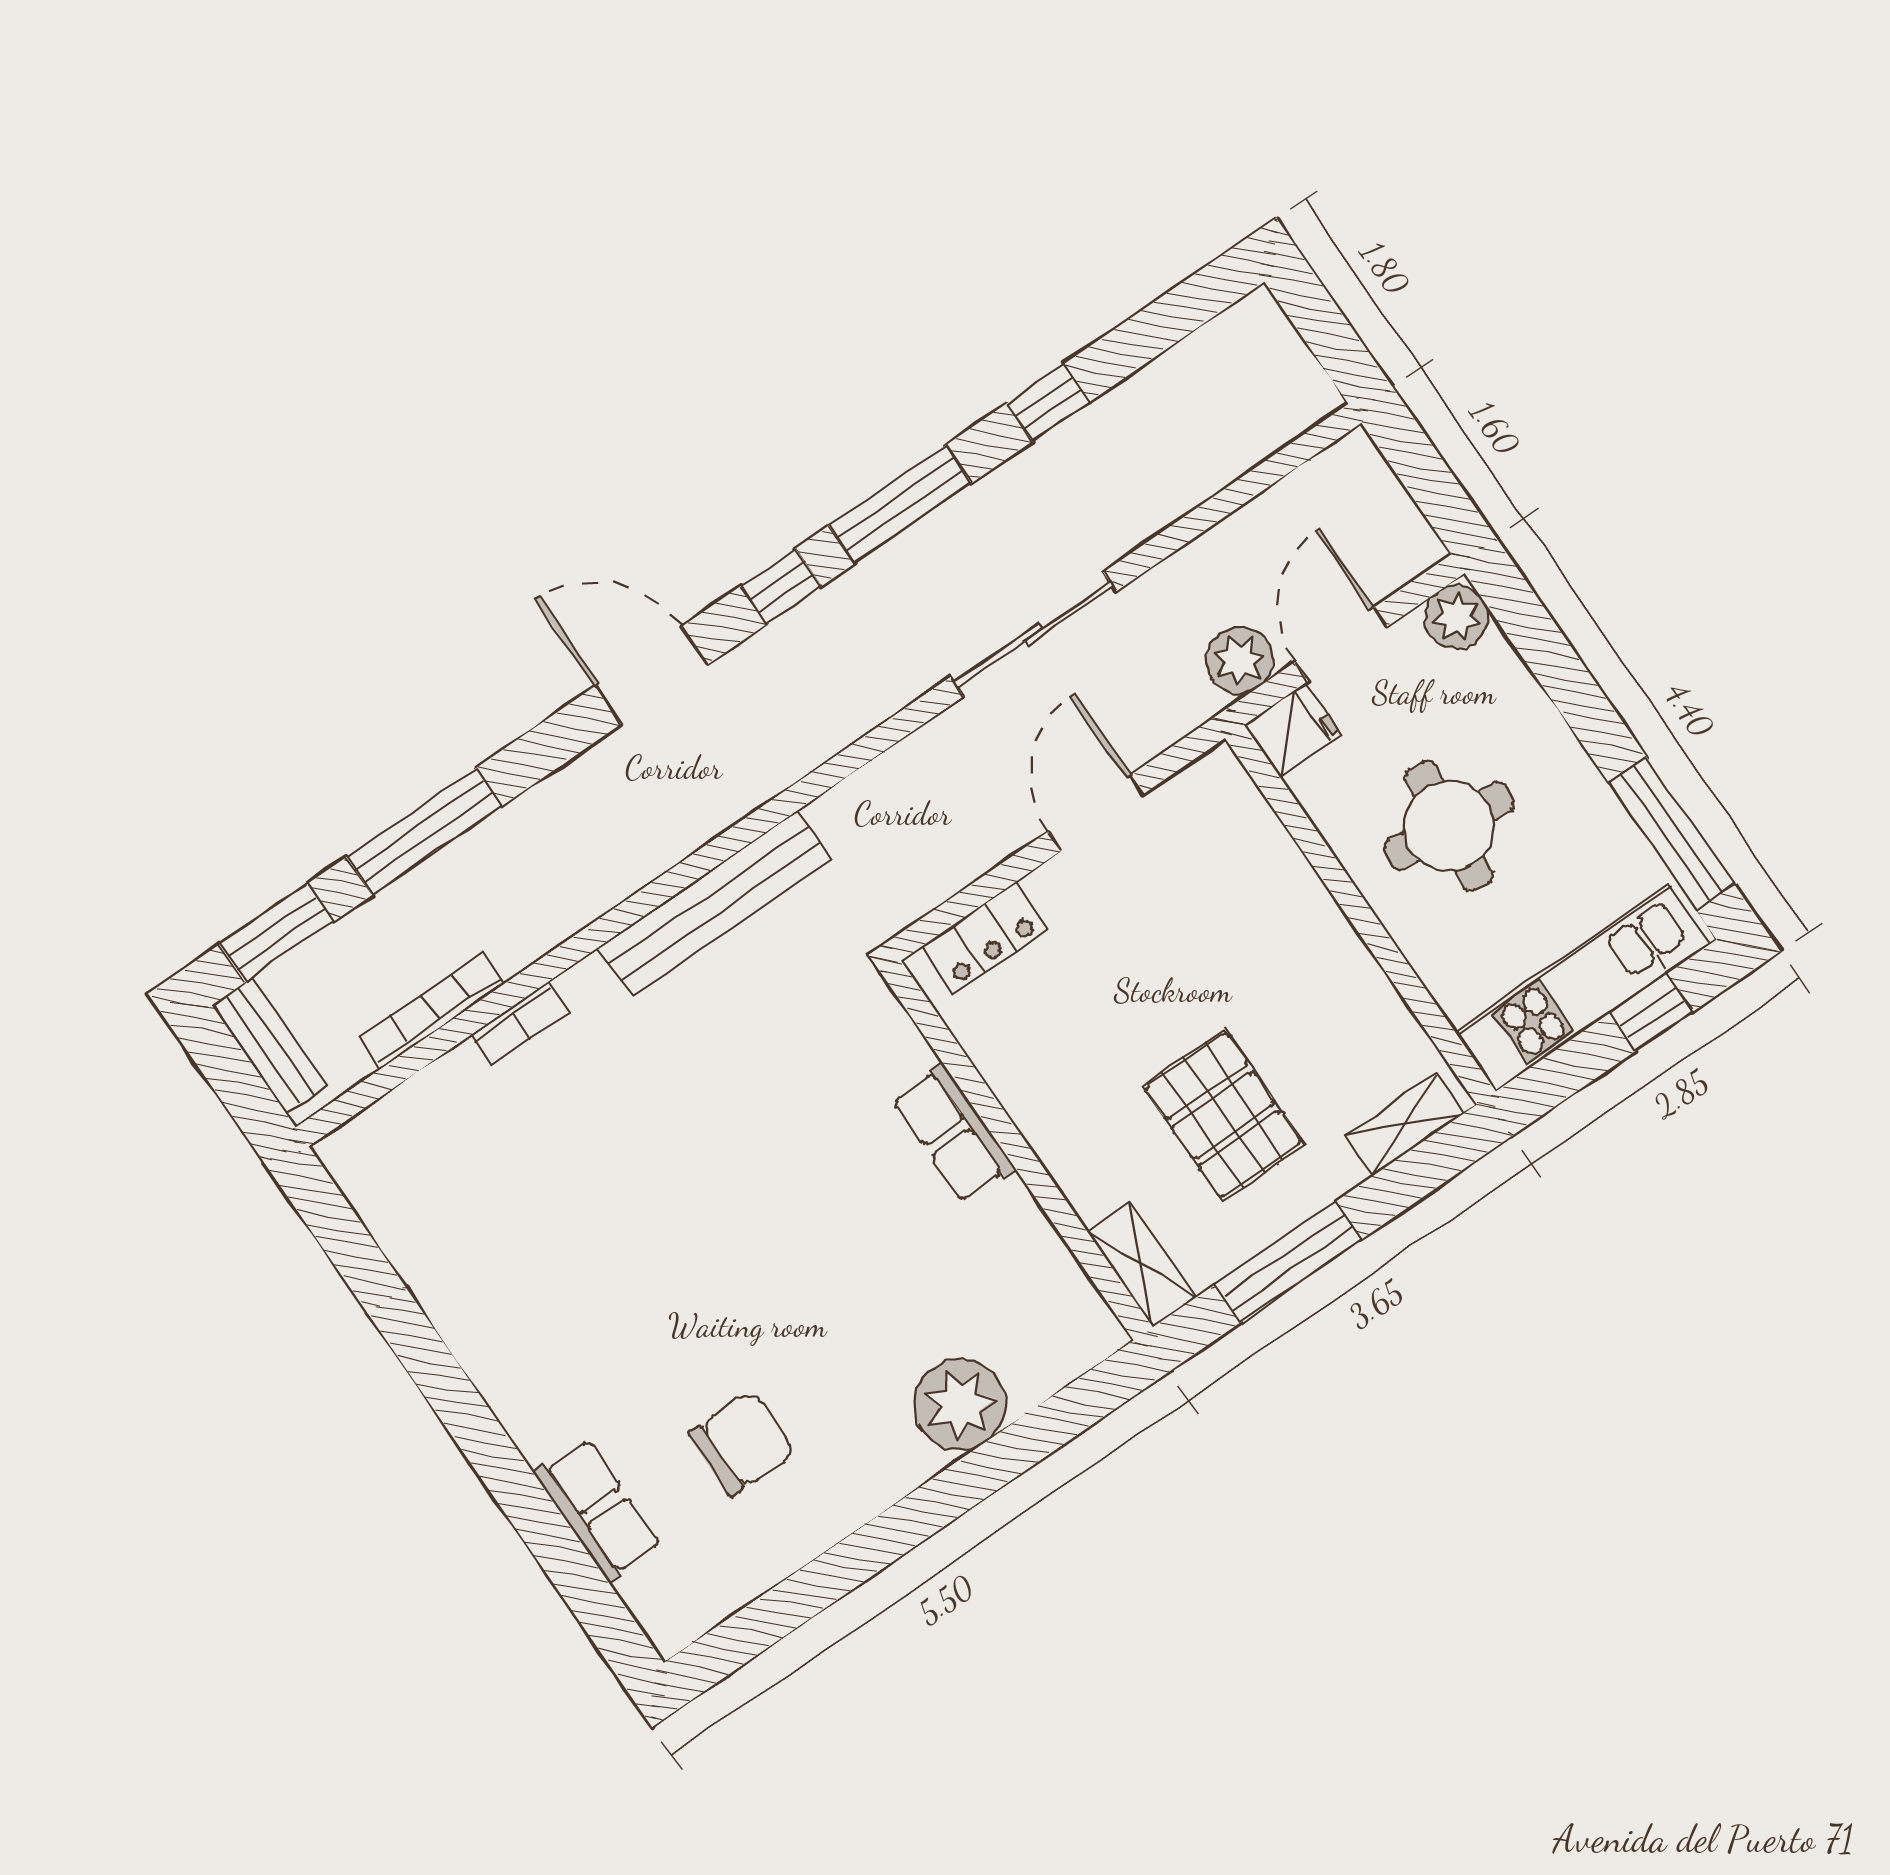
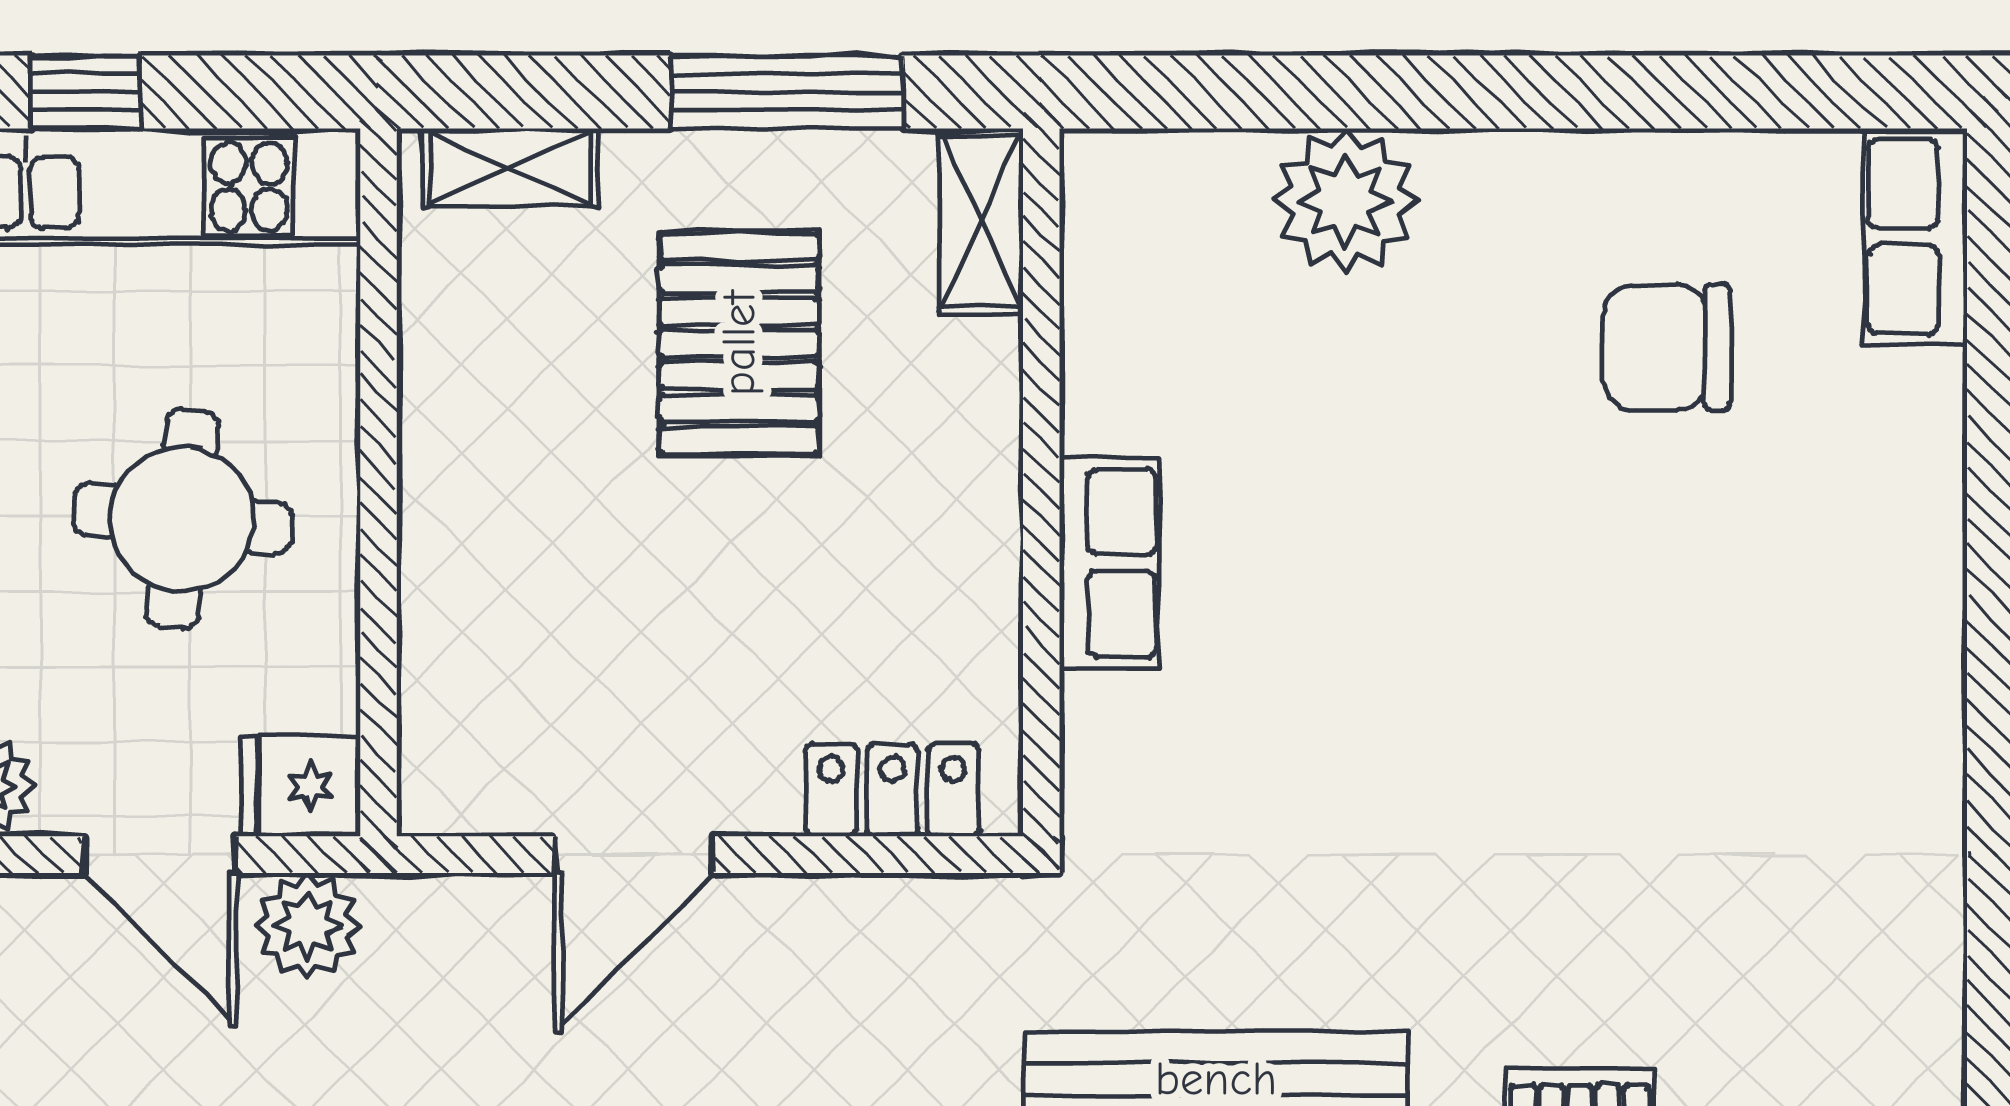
door: (1341, 644) -> (160, 855), hinge flipped
row of seats: (598, 1510) -> (1915, 237), moved

